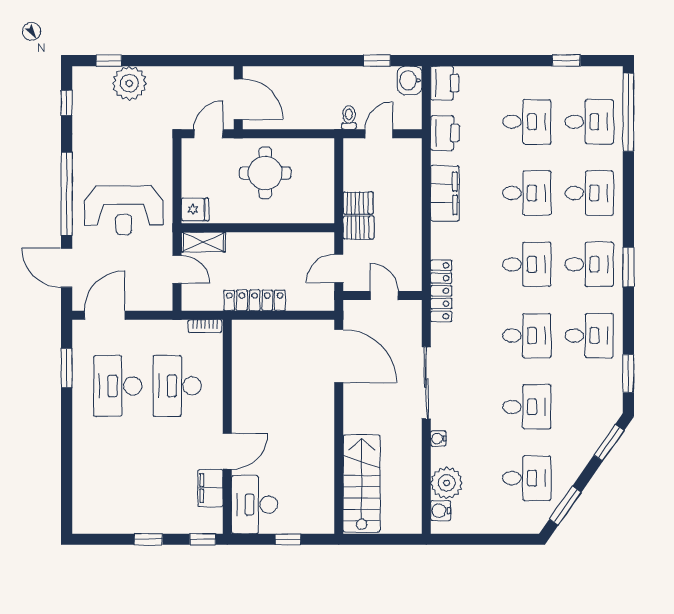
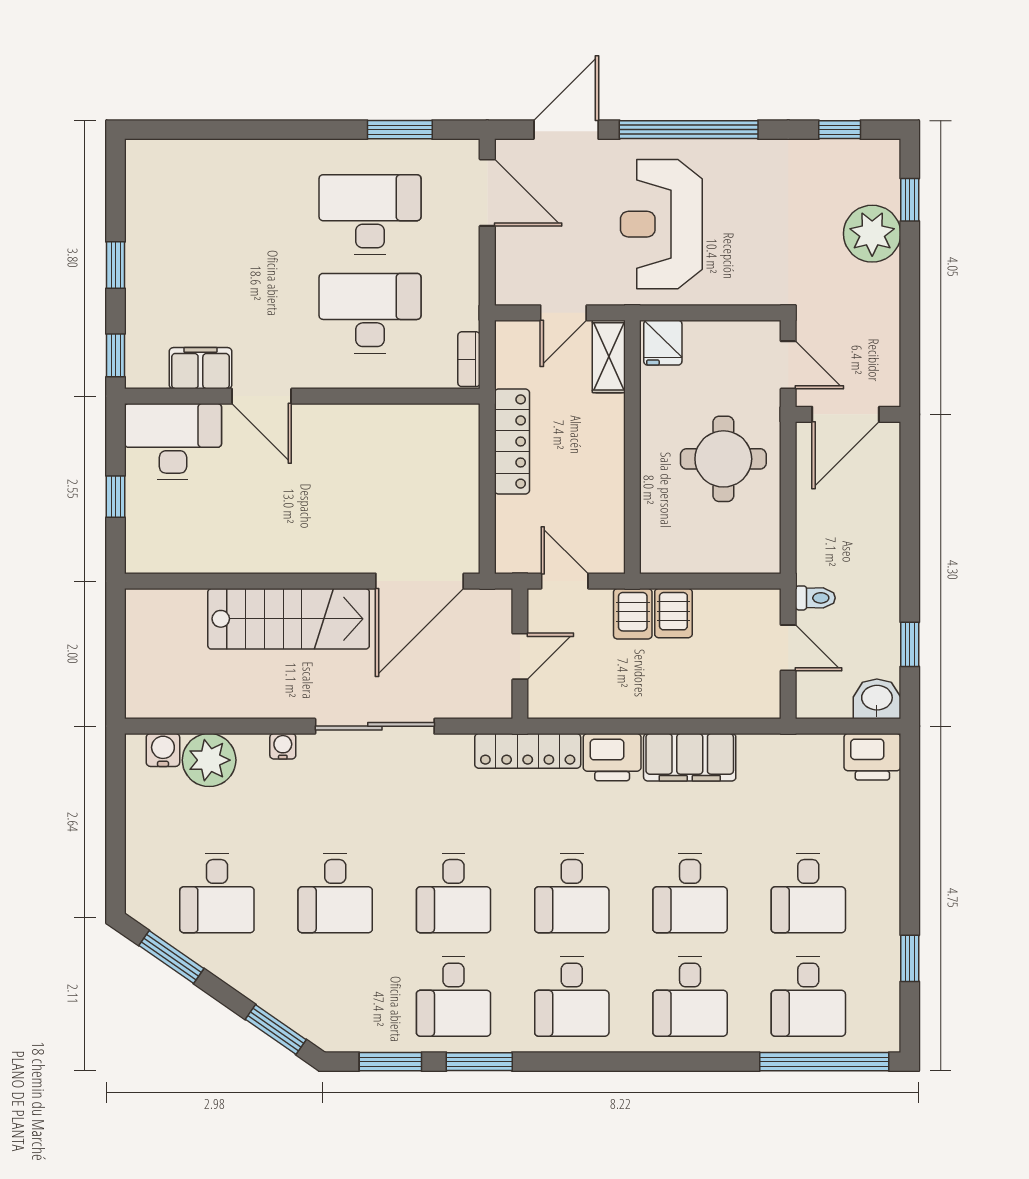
printer: (445, 133) -> (612, 757), moved
window: (628, 267) -> (479, 1062), moved
stairs: (361, 483) -> (289, 619), moved

